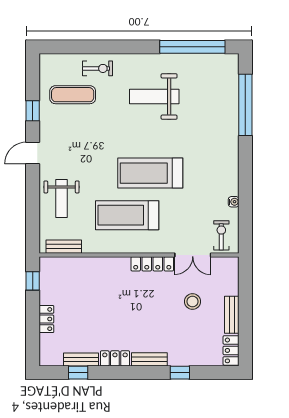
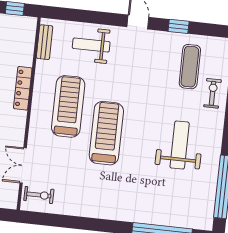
exercise bike: (98, 68) -> (213, 93), turned 180
water cooler: (234, 202) -> (70, 210), removed
locker: (152, 264) -> (23, 88), moved

